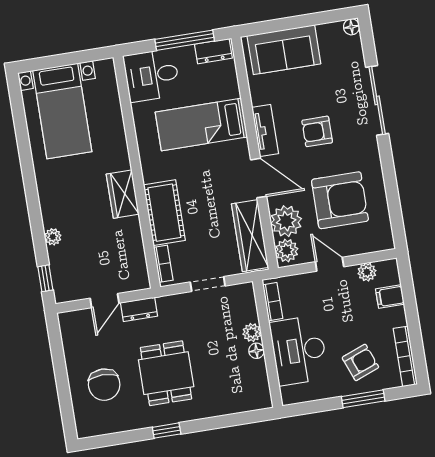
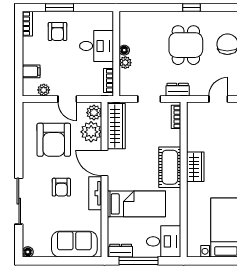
armchair: (317, 131) -> (61, 187), turned 90
armchair: (340, 200) -> (54, 140), turned -90
cot: (164, 213) -> (170, 167), moved
dresser: (139, 309) -> (178, 90), moved
desk: (299, 350) -> (96, 46), width x0.73
bookcase: (405, 356) -> (27, 24), width x0.64
armchair: (360, 362) -> (57, 32), turned -69

